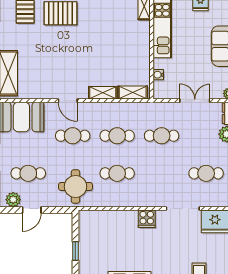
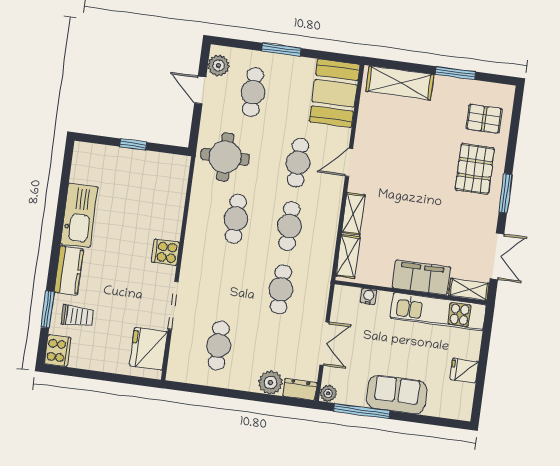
filing cabinet: (140, 40) -> (421, 277), added

